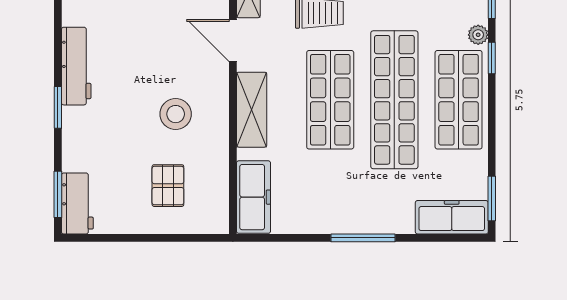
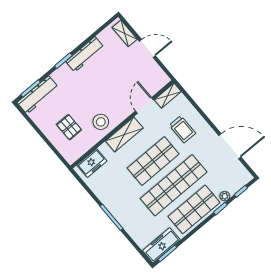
stool: (176, 114) -> (101, 122), moved
pallet: (168, 186) -> (69, 127), turned 90
freezer: (253, 197) -> (92, 163), width x0.71
workbench: (77, 203) -> (38, 95), width x1.38
freezer: (452, 217) -> (161, 245), moved, turned -90

